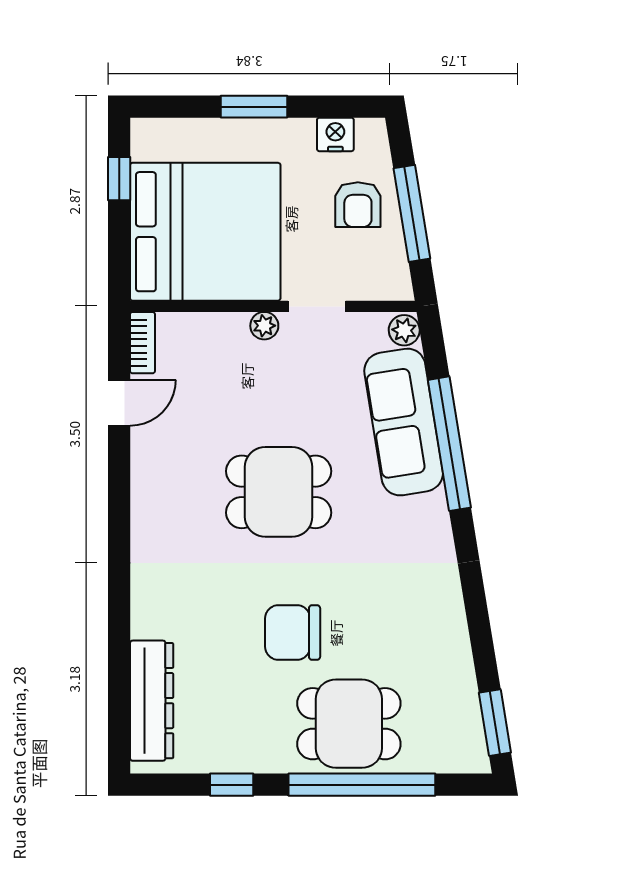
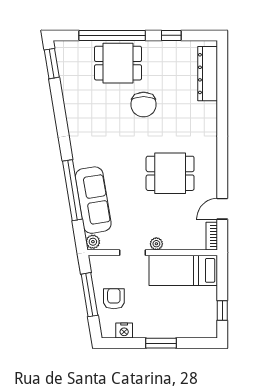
bed: (205, 232) -> (183, 270), width x0.49
dining table: (279, 492) -> (170, 173), moved
chair: (293, 632) -> (144, 105), turned 90

